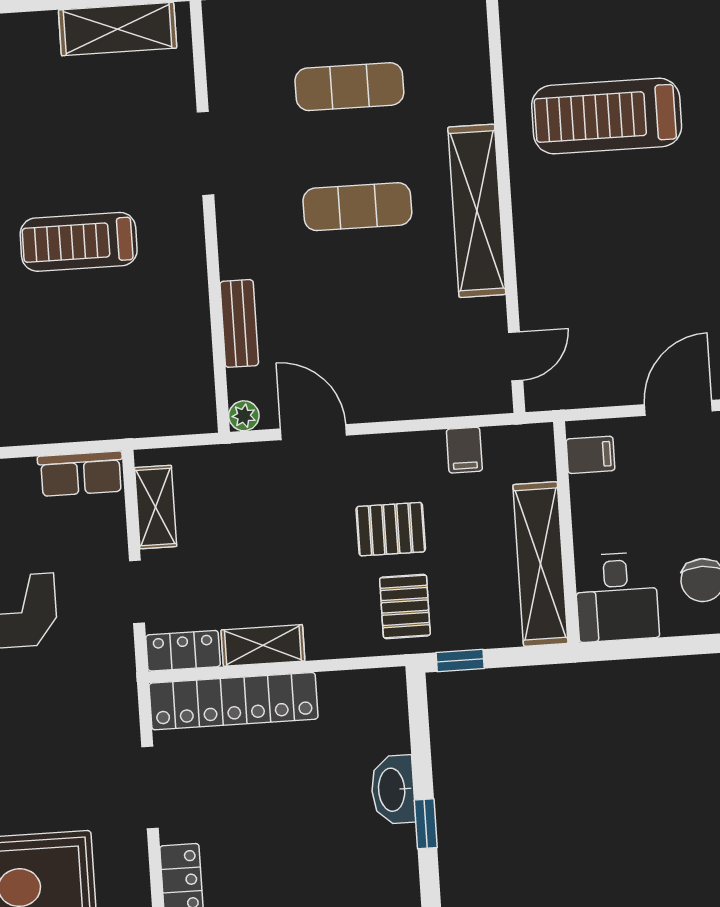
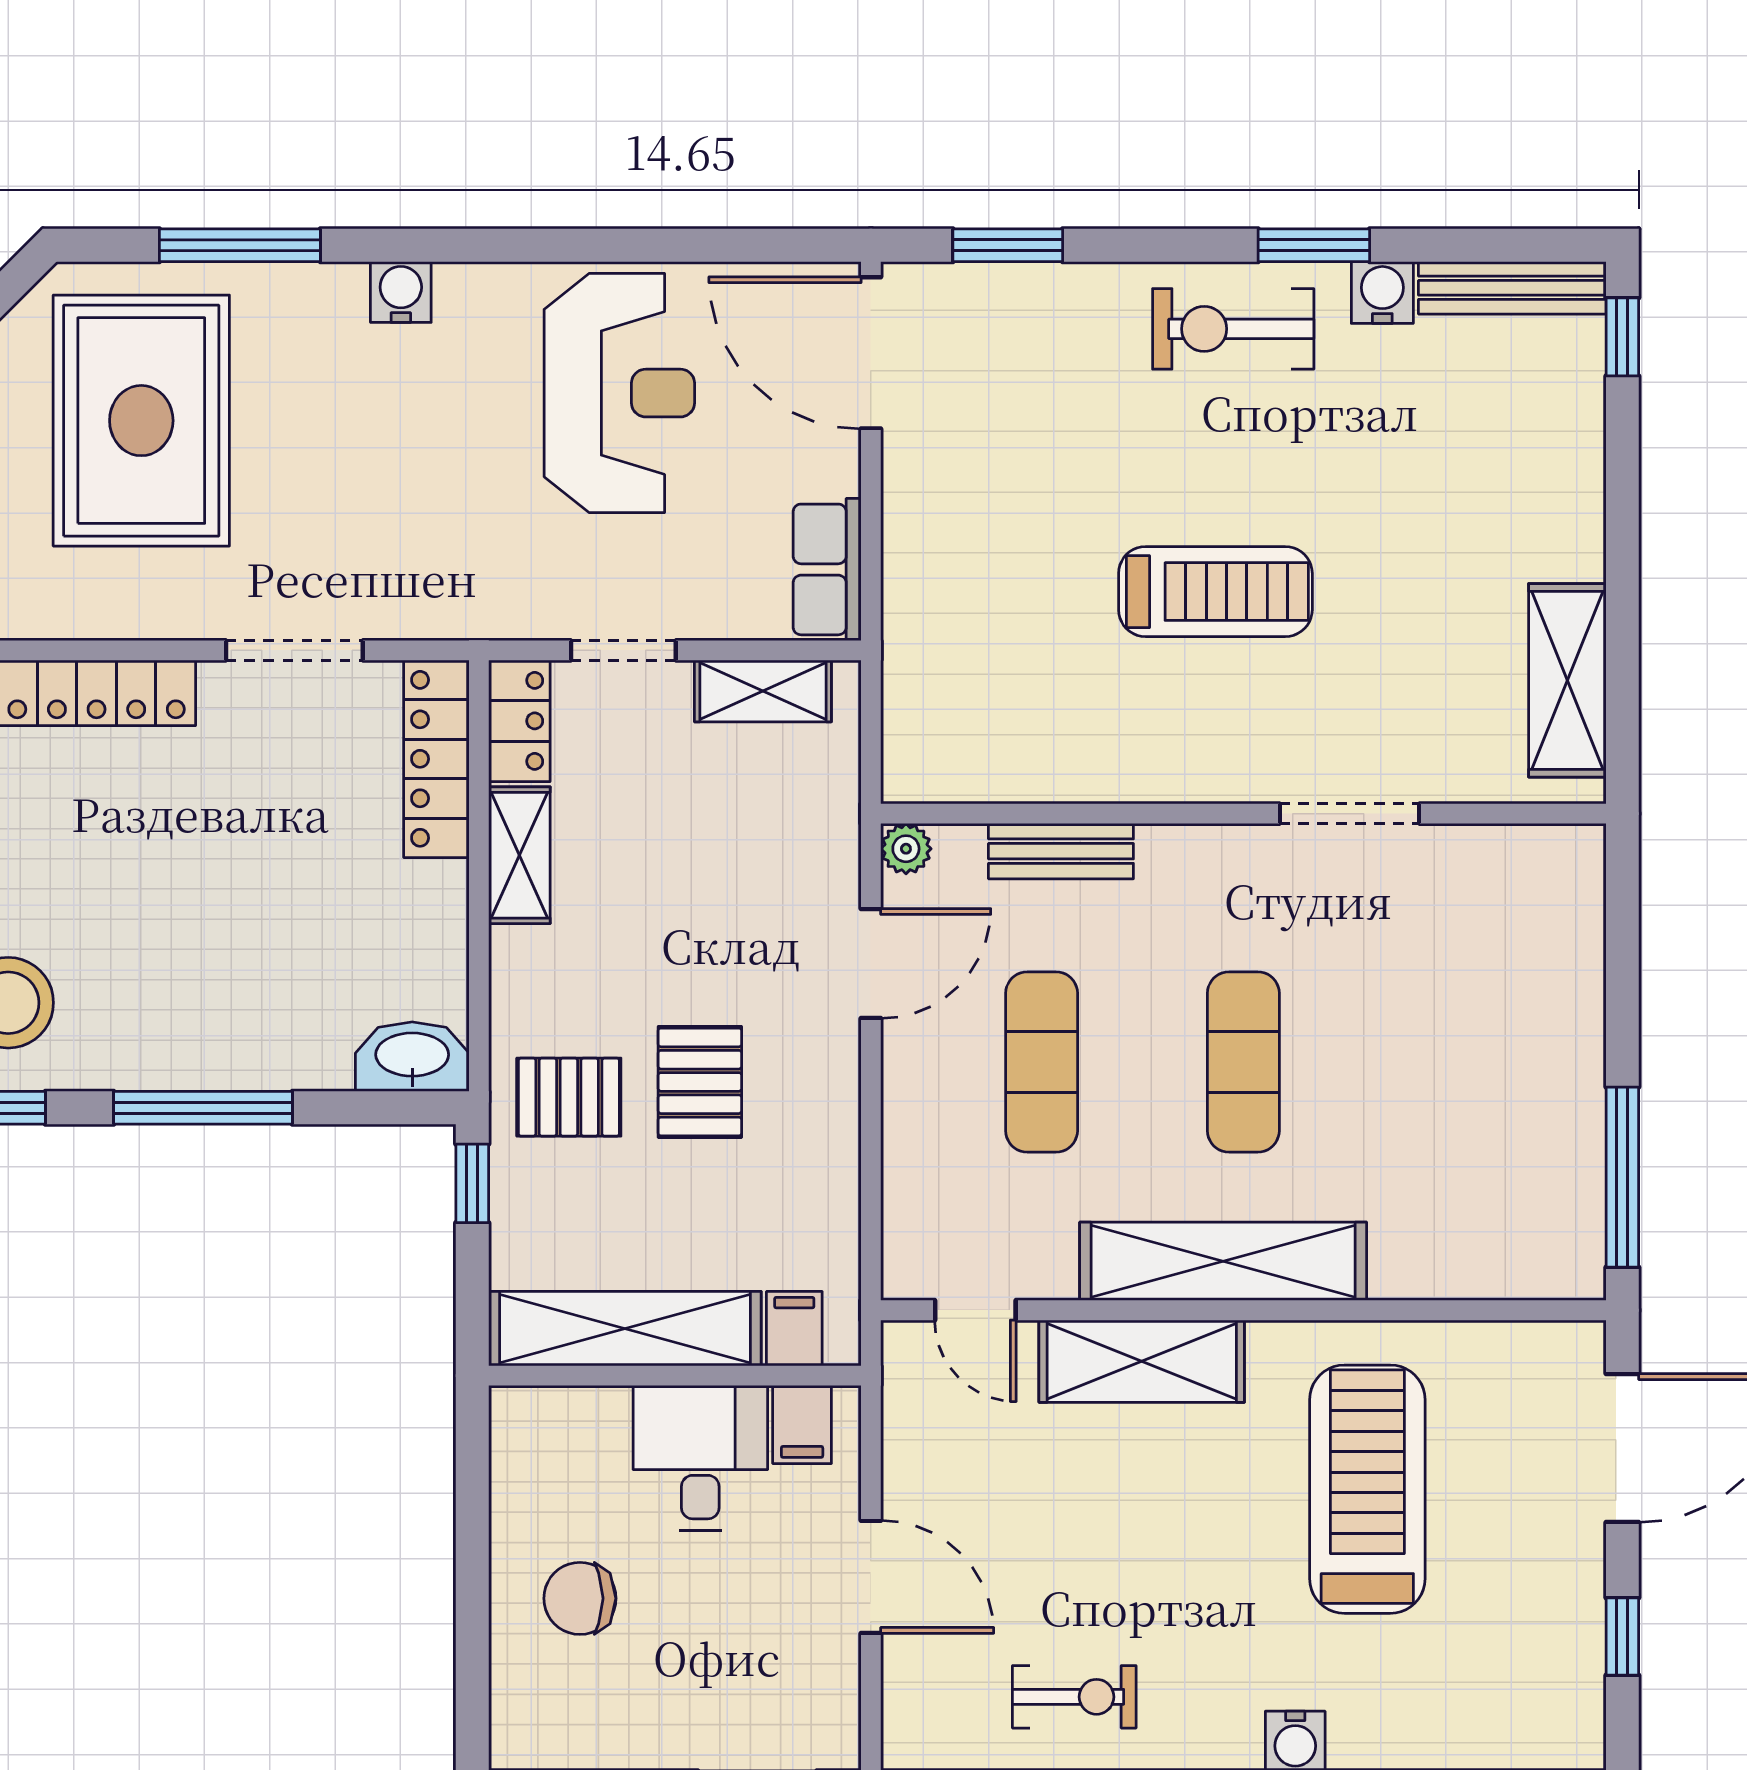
exercise mat: (349, 87) -> (1042, 1062), moved
treadmill: (79, 242) -> (1215, 592), turned 90
shelving: (539, 255) -> (1142, 1361), added
filing cabinet: (464, 450) -> (794, 1329), moved, turned 90
desk: (617, 597) -> (700, 1458), moved, turned 90
locker: (233, 701) -> (436, 759), width x0.71, depth x0.83
washbasin: (393, 790) -> (412, 1057), moved
window: (426, 824) -> (203, 1108), width x2.17

